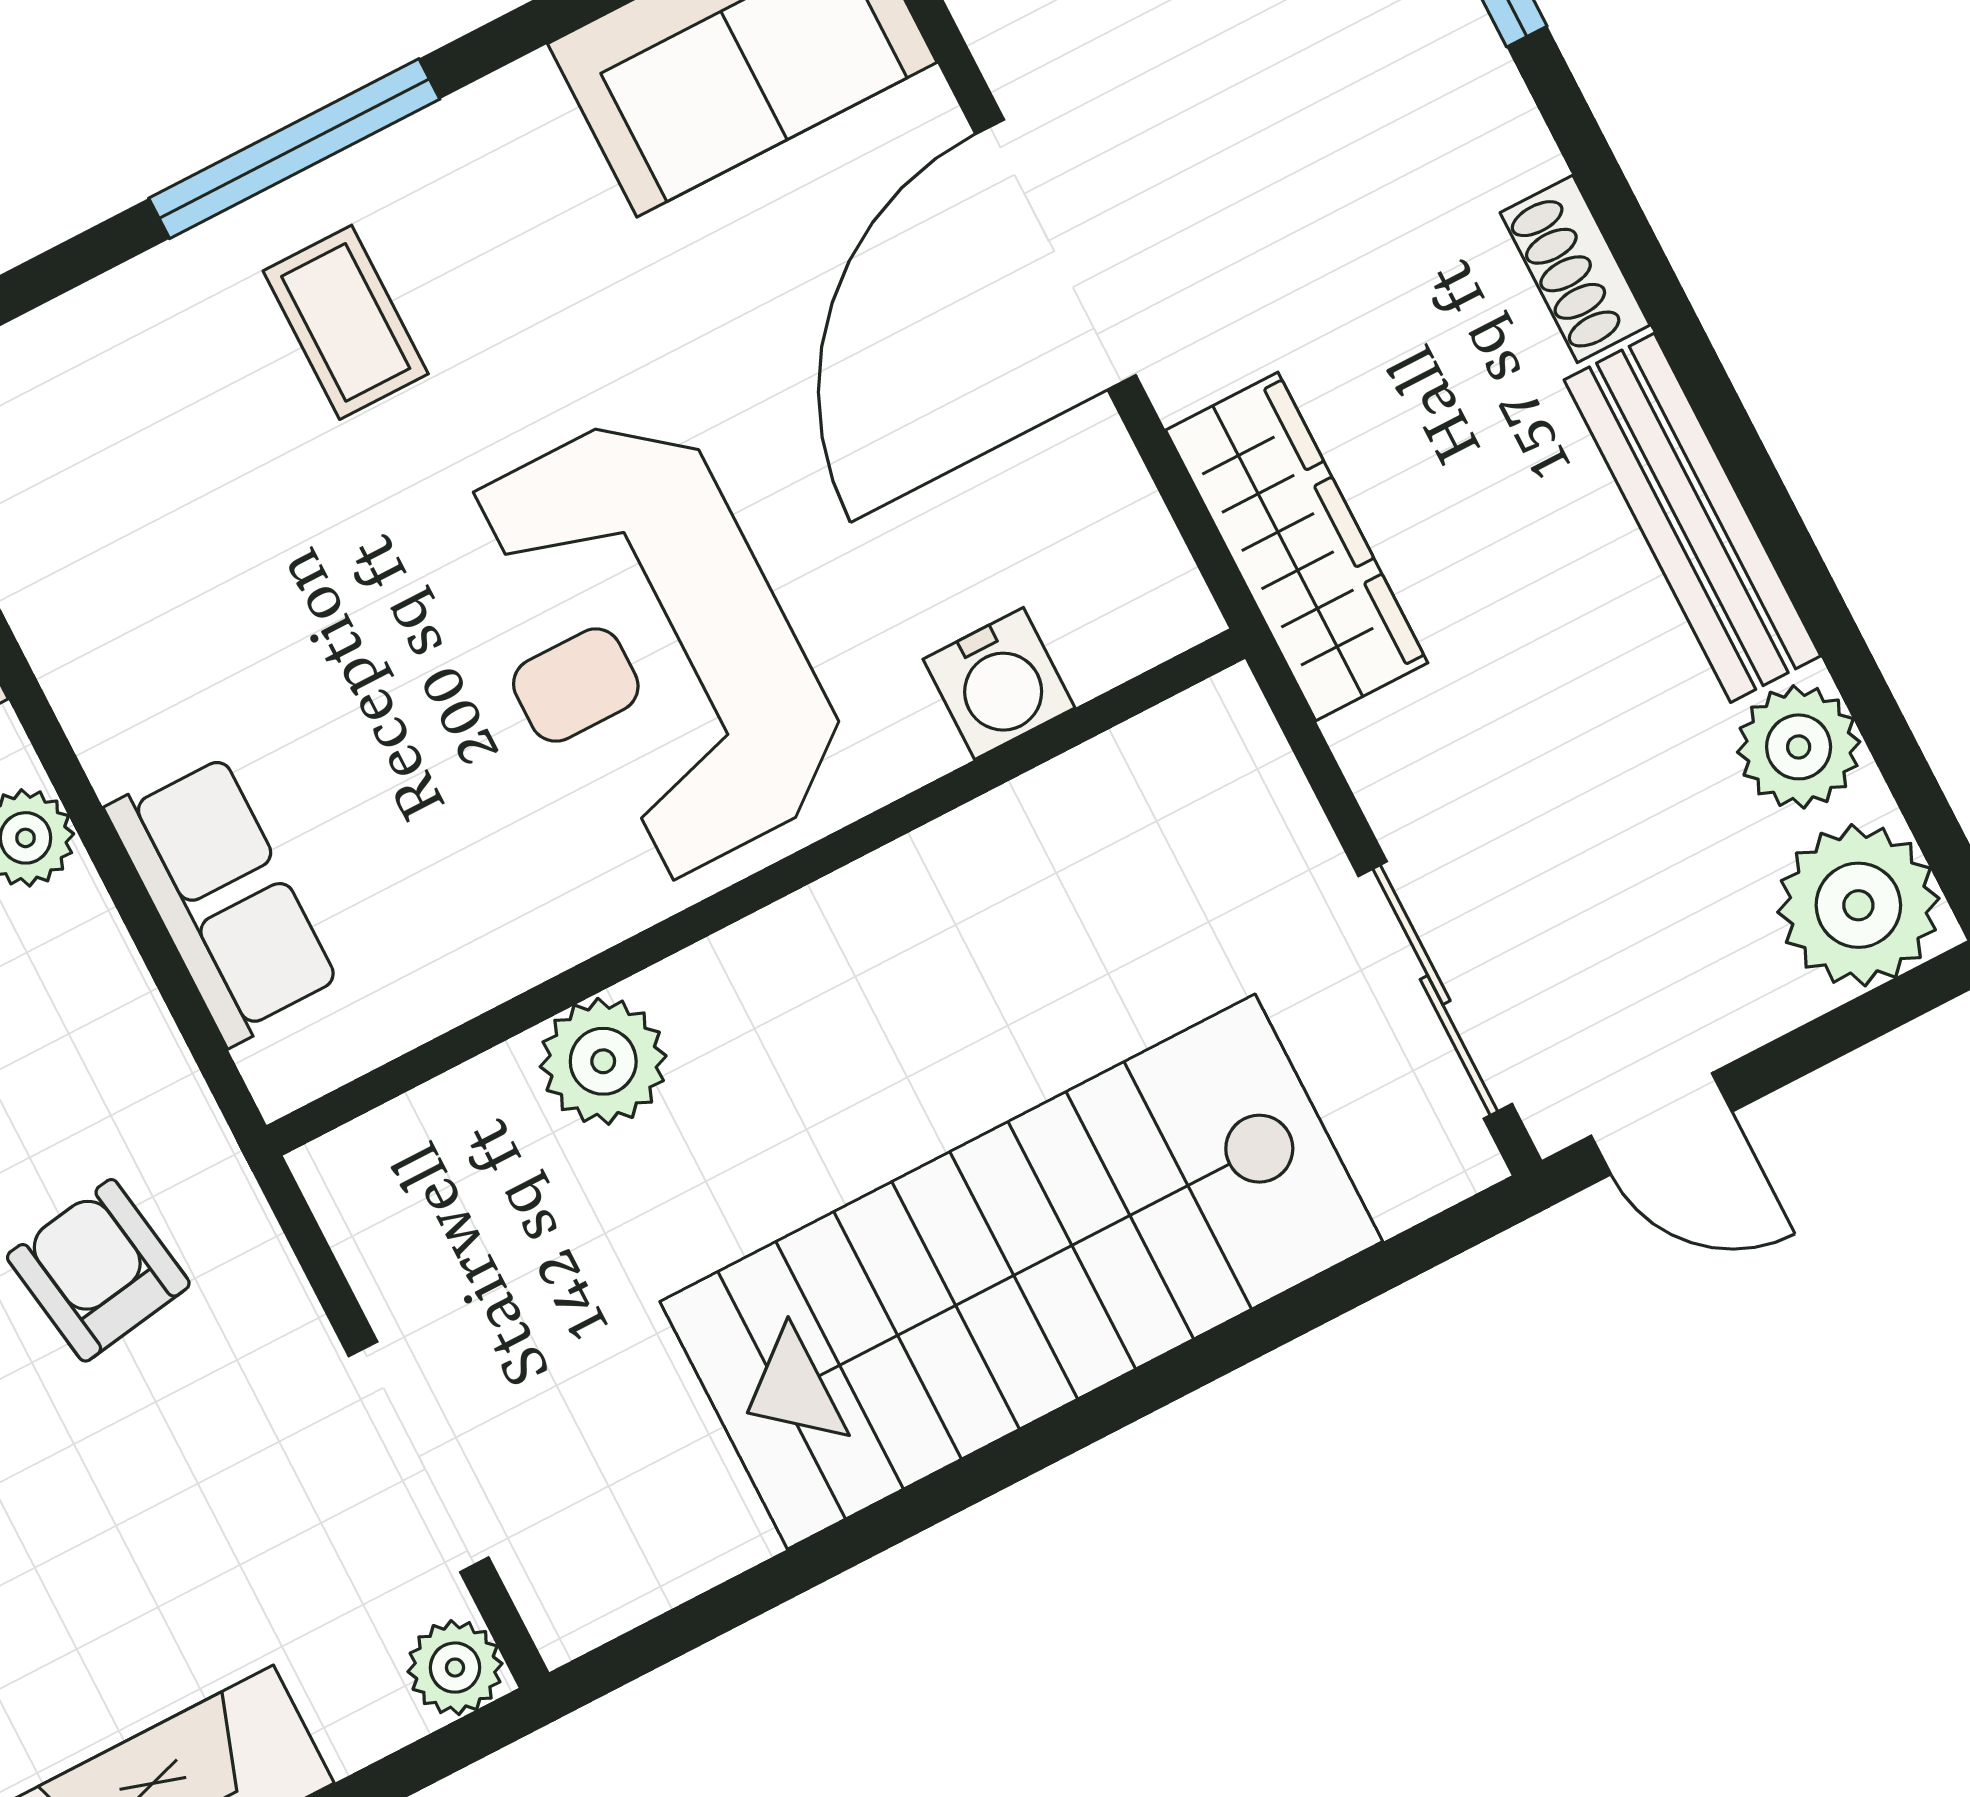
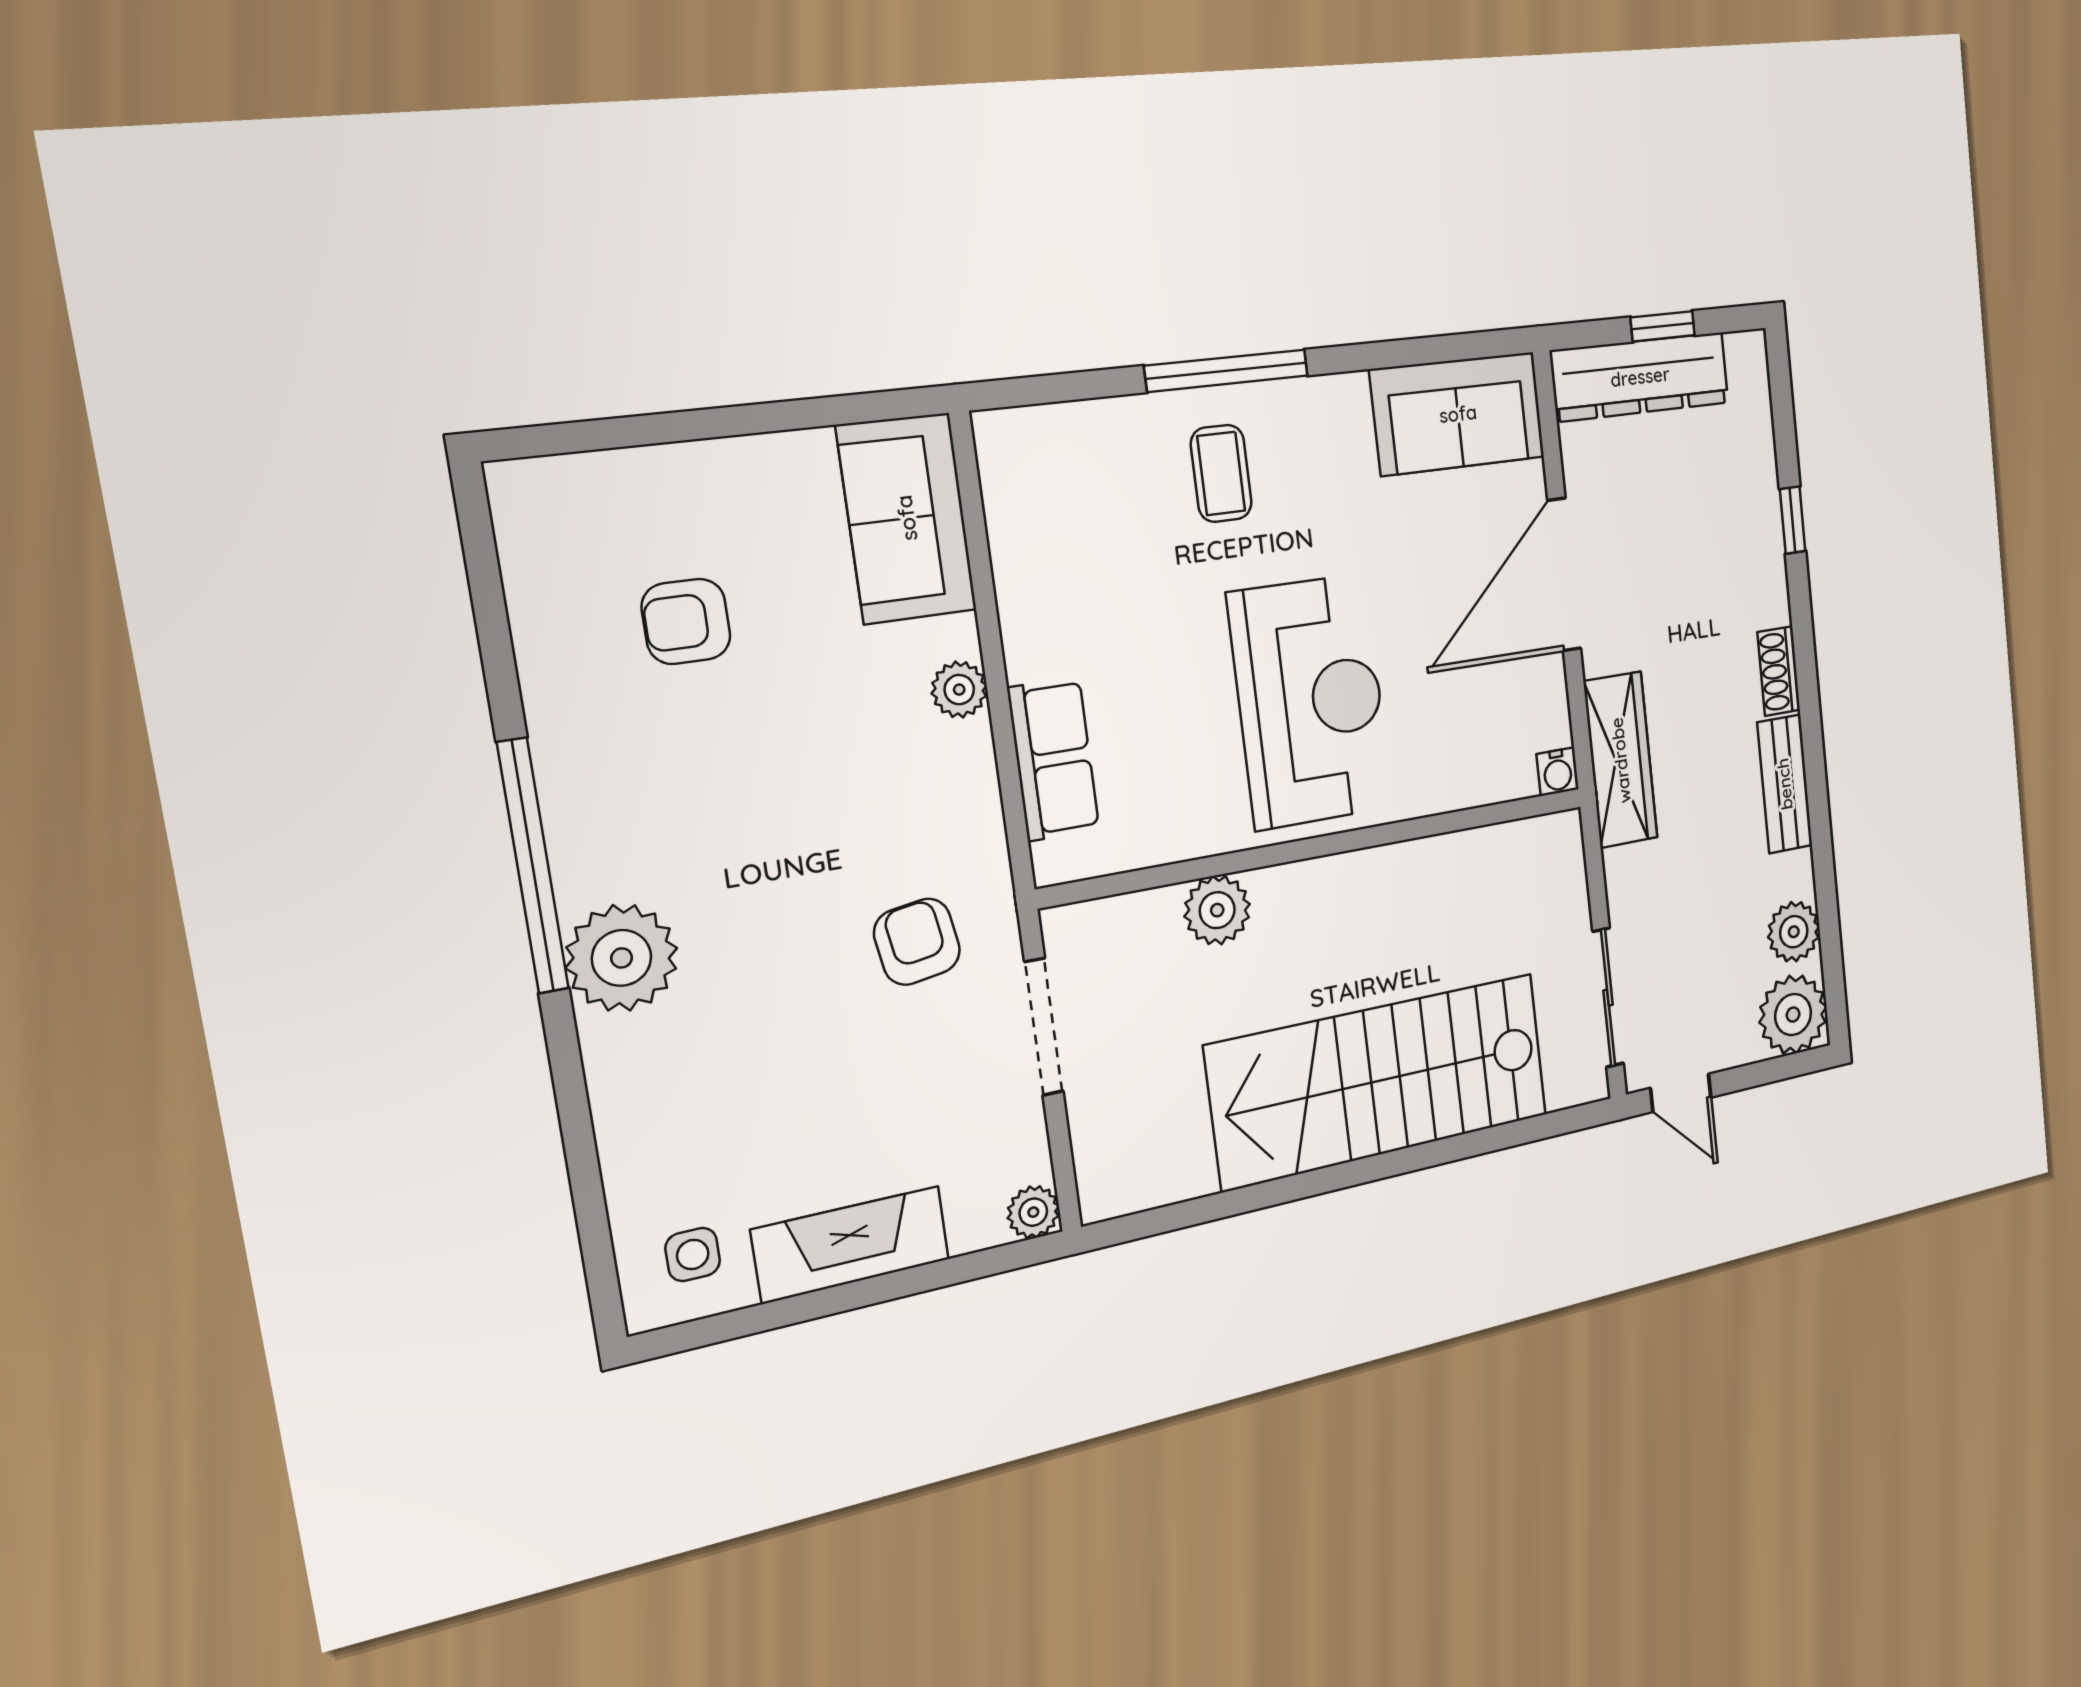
bench: (1692, 518) -> (1785, 784), width x0.73
reception desk: (647, 648) -> (1311, 702), turned 180
water cooler: (999, 684) -> (1558, 772), moved, width x0.72, depth x0.72
doorway: (419, 1457) -> (1044, 1027), moved

